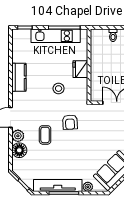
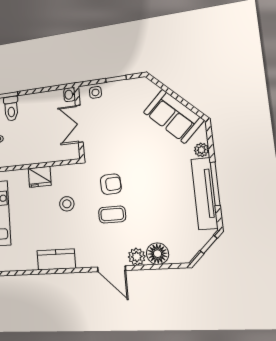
coffee table: (45, 135) -> (112, 215), moved

